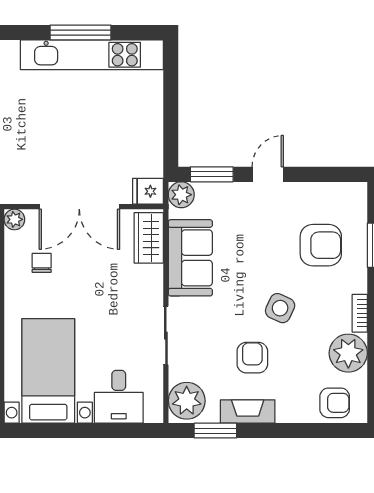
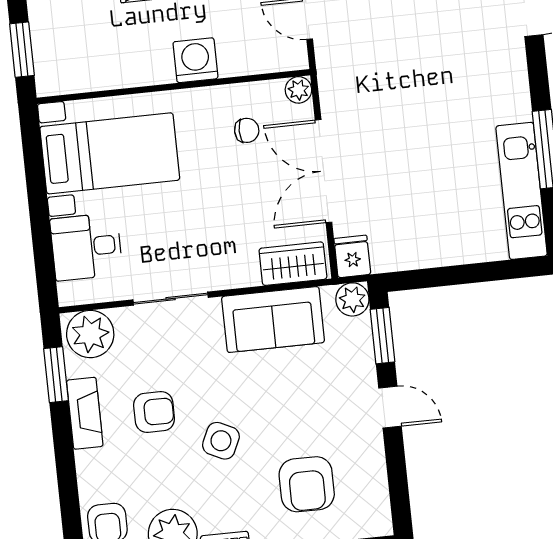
kitchen unit: (92, 55) -> (522, 191), width x0.73

